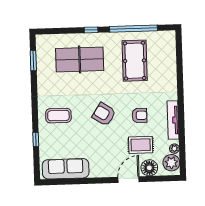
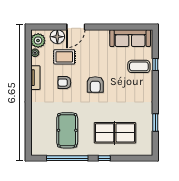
window: (33, 61) -> (155, 123), moved
armchair: (104, 114) -> (95, 85), turned 57
coffee table: (58, 116) -> (139, 66), moved
tv unit: (173, 120) -> (35, 78), width x0.71

